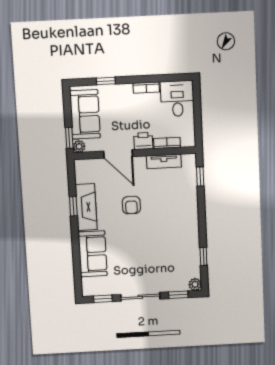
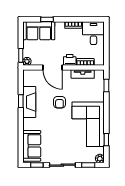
sofa: (85, 114) -> (39, 31), moved, turned 90
corner sofa: (176, 235) -> (88, 124), added
sofa: (93, 254) -> (32, 146), moved

